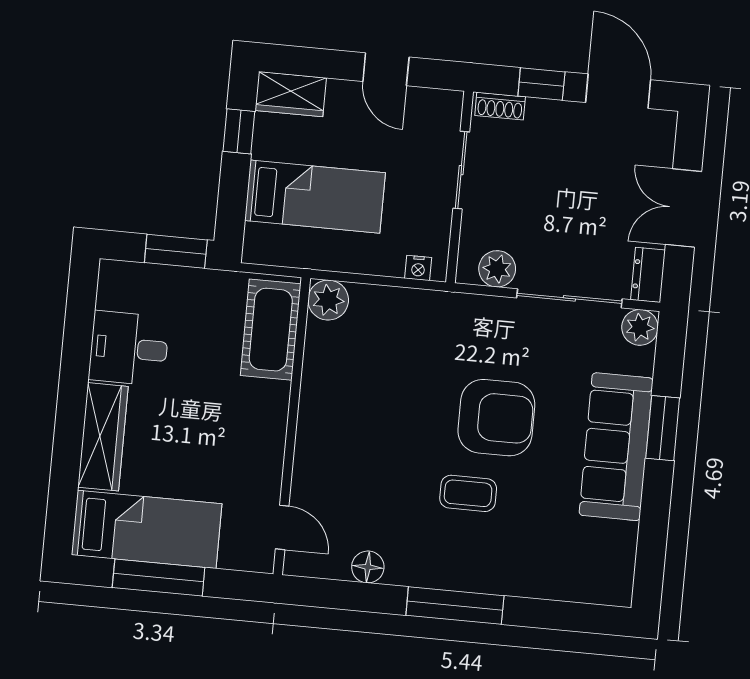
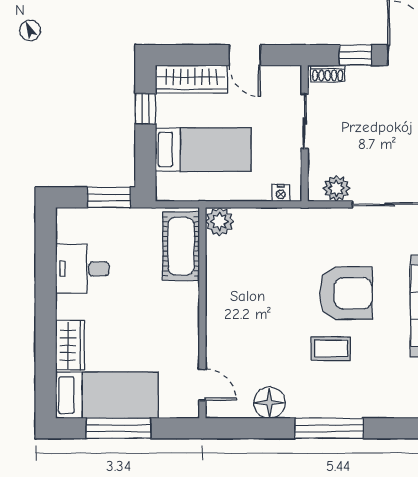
wardrobe: (291, 94) -> (191, 79), width x1.50
wardrobe: (103, 437) -> (70, 345), width x0.67
floor lamp: (368, 567) -> (269, 403), width x1.38, depth x1.38

